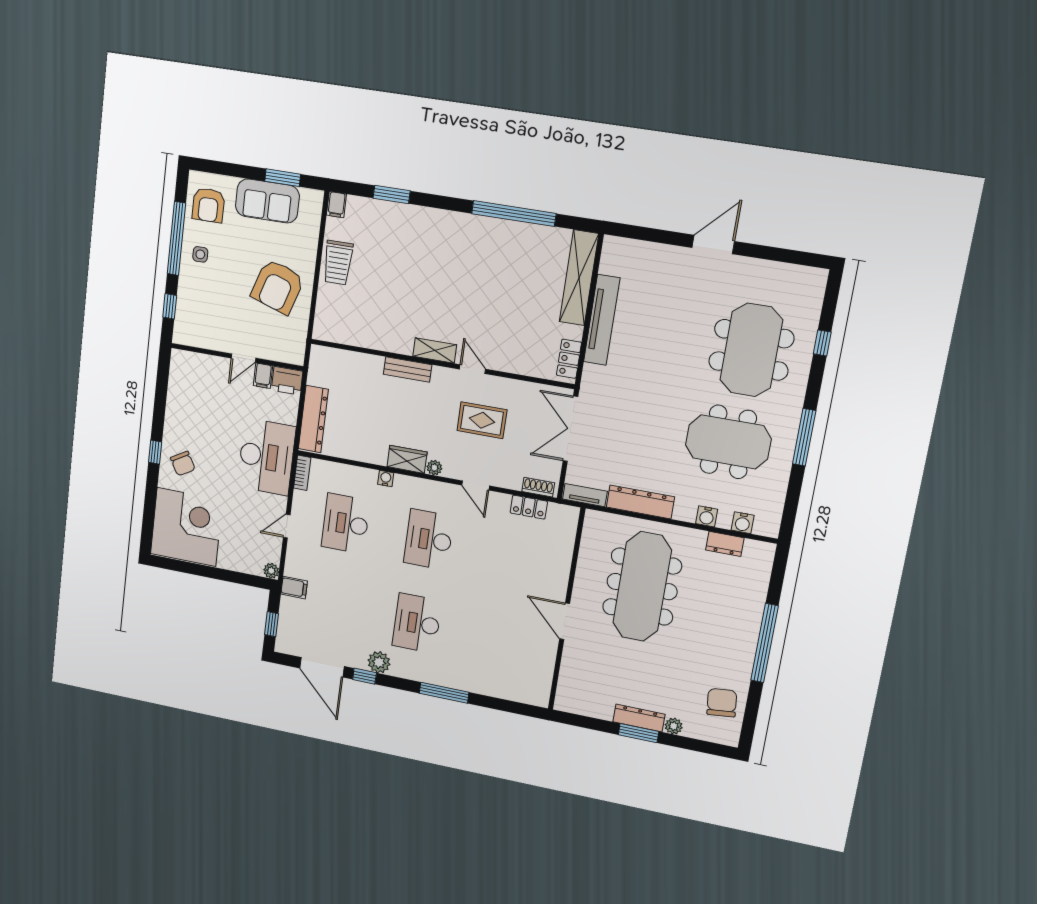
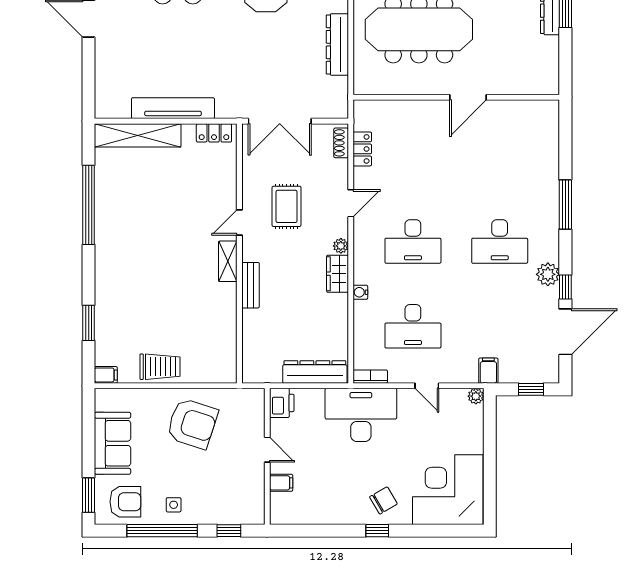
window: (283, 178) -> (89, 495), moved
filing cabinet: (263, 376) -> (281, 483), moved
tv unit: (585, 495) -> (341, 98), removed

